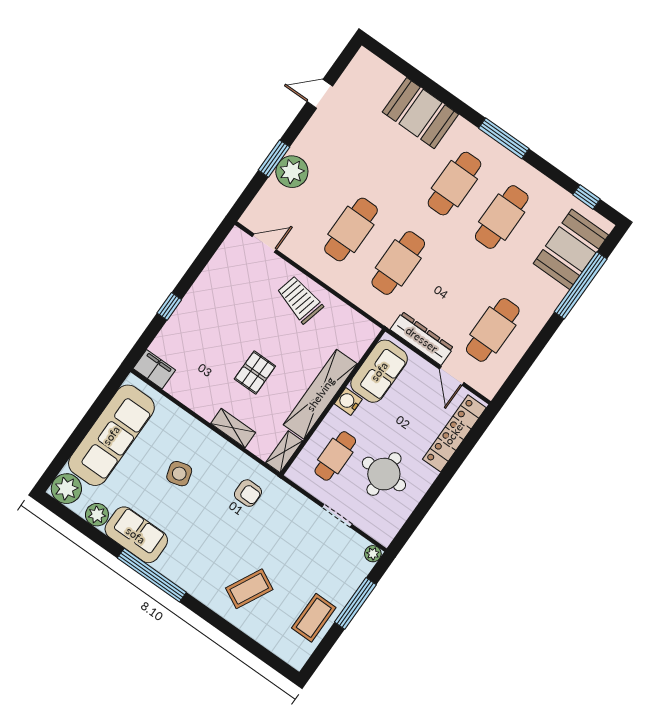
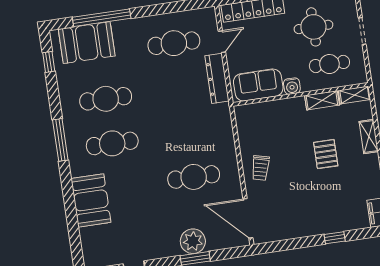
door: (264, 243) -> (248, 218), width x1.88
cafe table: (398, 263) -> (187, 132), removed
trolley: (300, 300) -> (260, 168), width x0.73, depth x0.72
pallet: (255, 372) -> (326, 154), turned 90
shelving: (320, 394) -> (322, 100), width x0.45, depth x0.75

